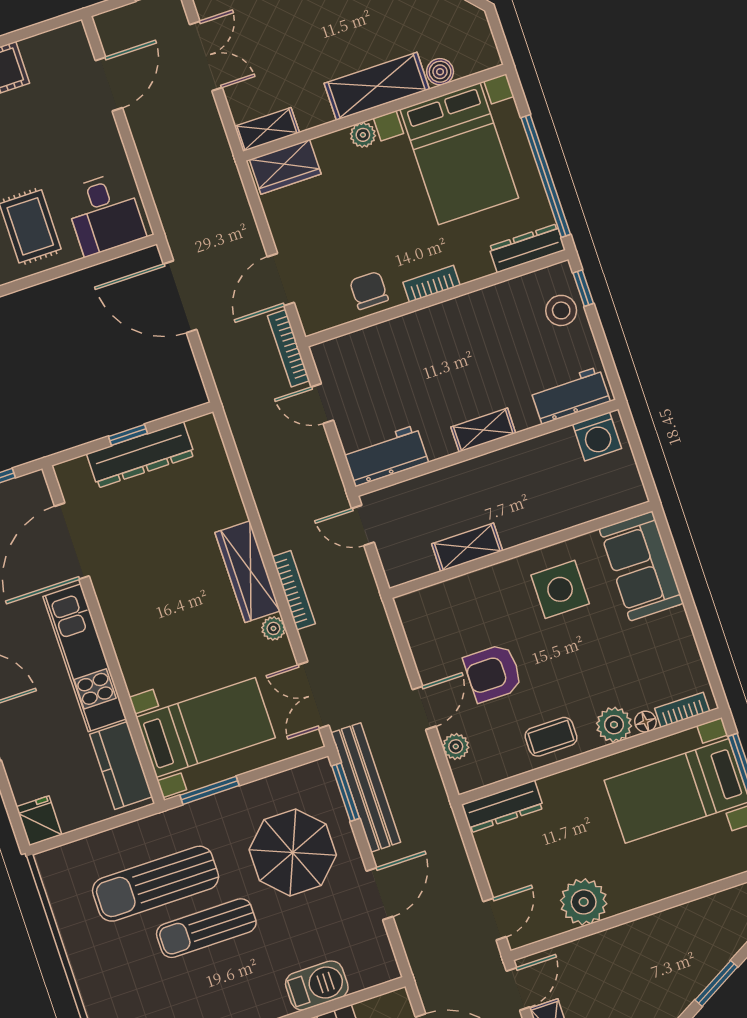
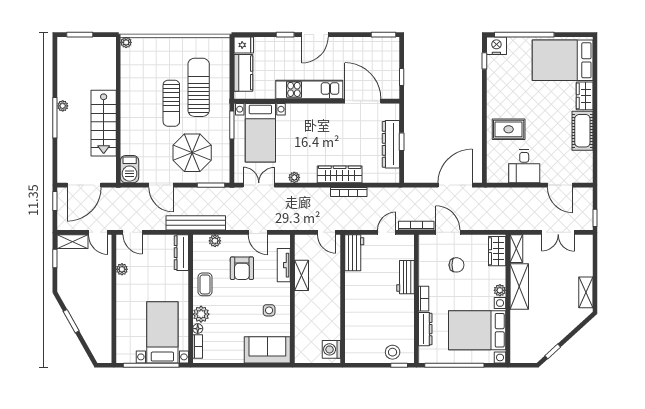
boiler: (440, 72) -> (516, 334), removed
shelving: (377, 86) -> (519, 287), moved
desk: (105, 214) -> (524, 166), moved, turned -90
dresser: (527, 248) -> (425, 329), moved
chair: (369, 290) -> (457, 265), moved
workbench: (570, 395) -> (406, 277), moved, turned 180
shelving: (483, 430) -> (351, 300), removed
door: (363, 525) -> (327, 232), swing flipped
wardrobe: (248, 572) -> (340, 174), moved
side table: (560, 589) -> (269, 310), width x0.54, depth x0.54
bookcase: (294, 590) -> (349, 192), moved
tv unit: (458, 590) -> (284, 265), added
armchair: (493, 673) -> (242, 268), turned 180
door: (424, 708) -> (258, 232), moved
kitchen counter: (121, 766) -> (243, 73), moved, turned 90
bench: (366, 788) -> (196, 223), moved
plant: (584, 902) -> (122, 269), width x0.53, depth x0.53
sun lounger: (206, 928) -> (171, 103), turned 180
barbecue: (317, 986) -> (130, 169), moved

